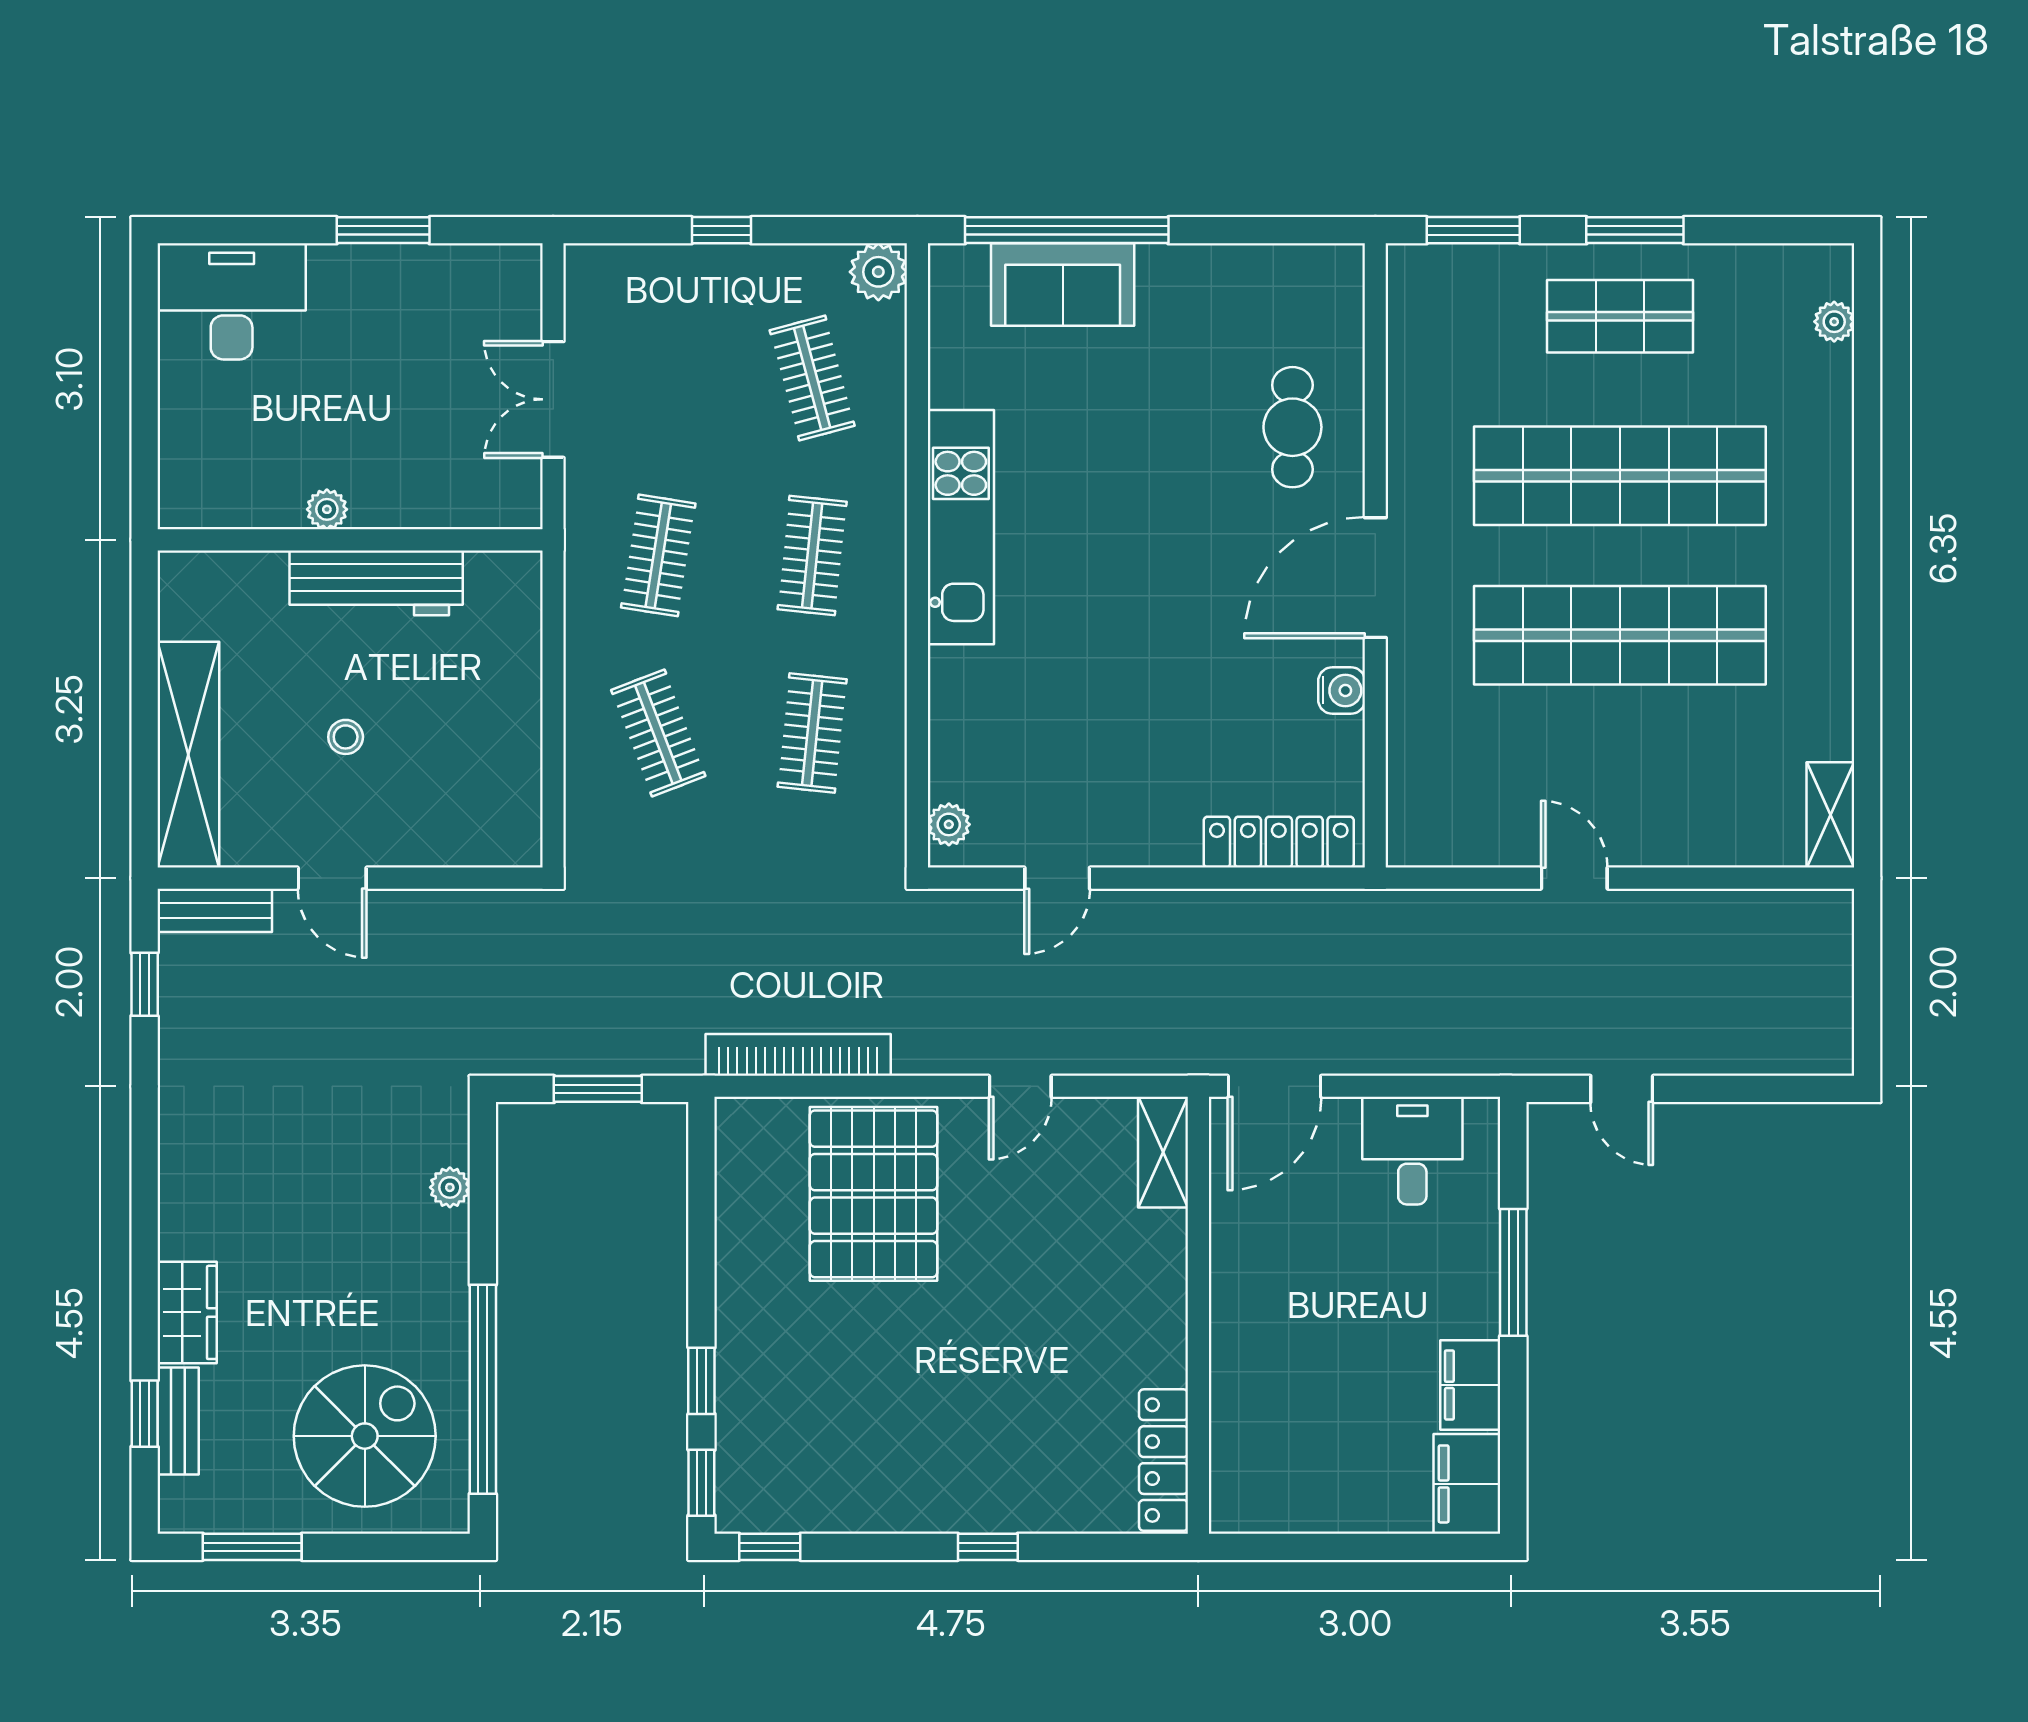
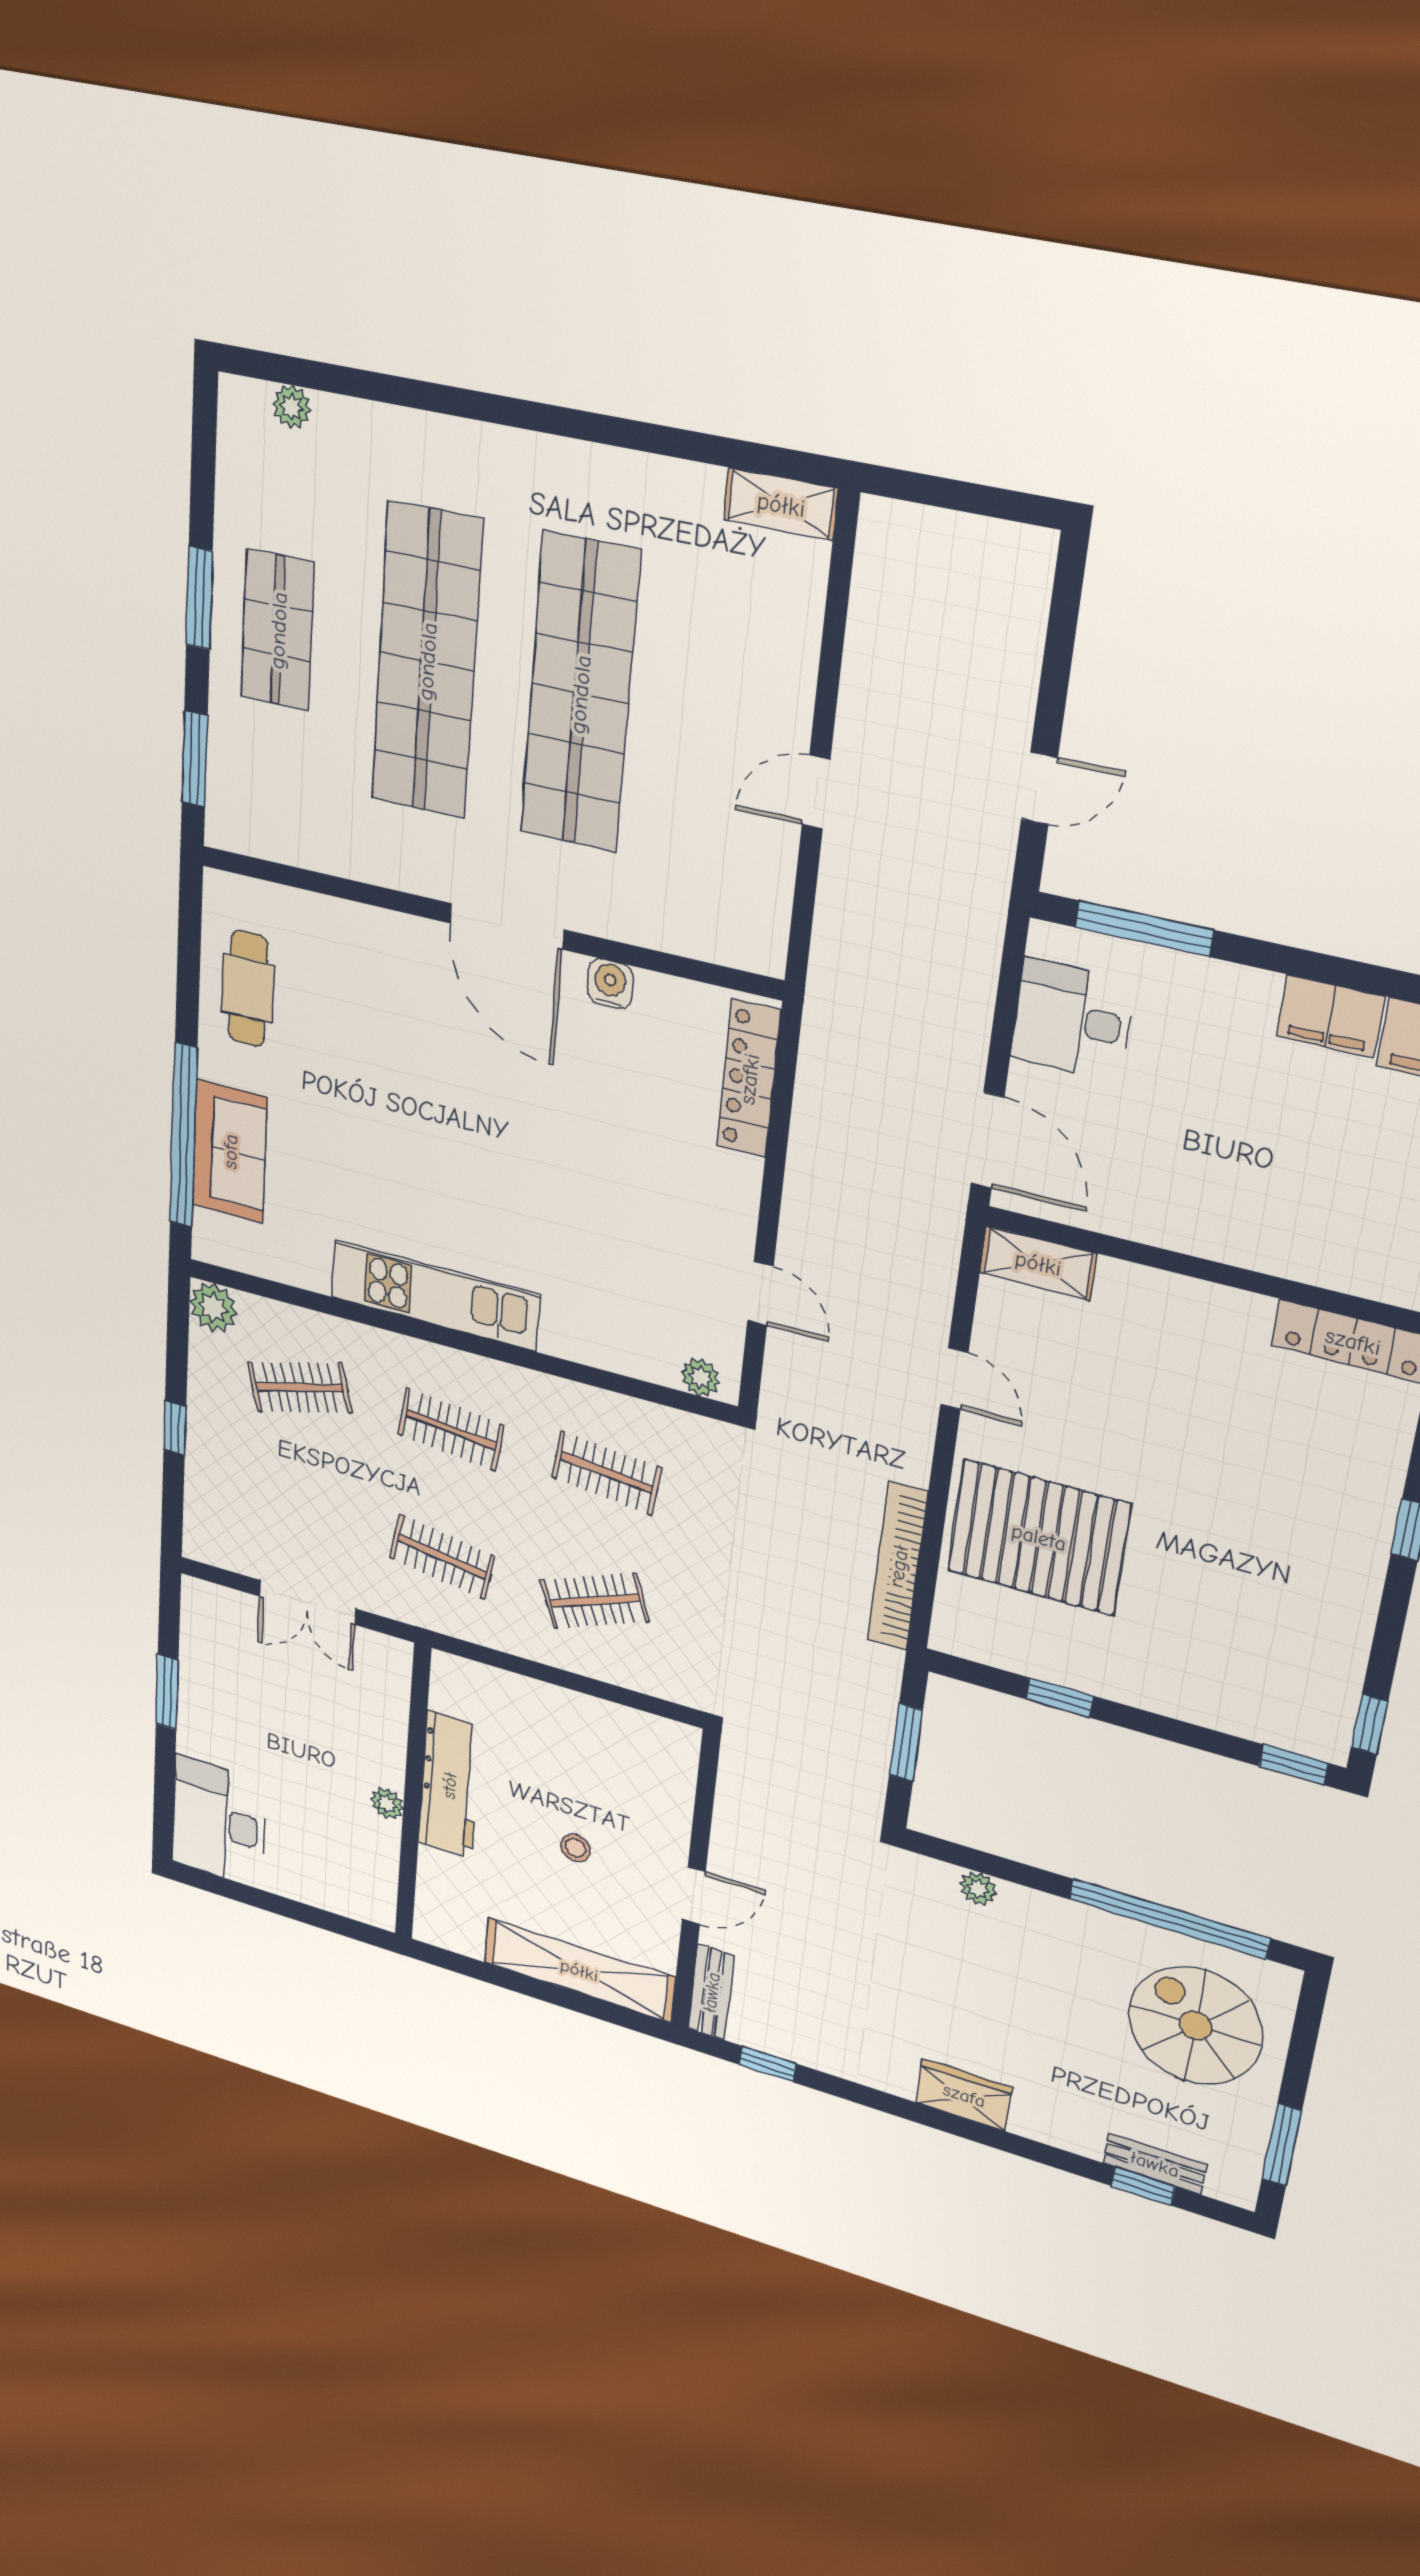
cafe table: (1292, 427) -> (248, 989), moved, turned 90
window: (1513, 1272) -> (1144, 929), moved
wardrobe: (187, 1312) -> (964, 2095), moved
window: (701, 1381) -> (1060, 1698), moved

